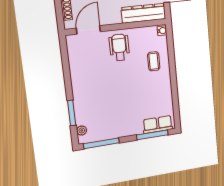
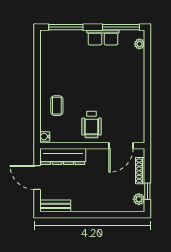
window: (72, 113) -> (147, 64), removed
row of seats: (158, 124) -> (103, 37), moved

